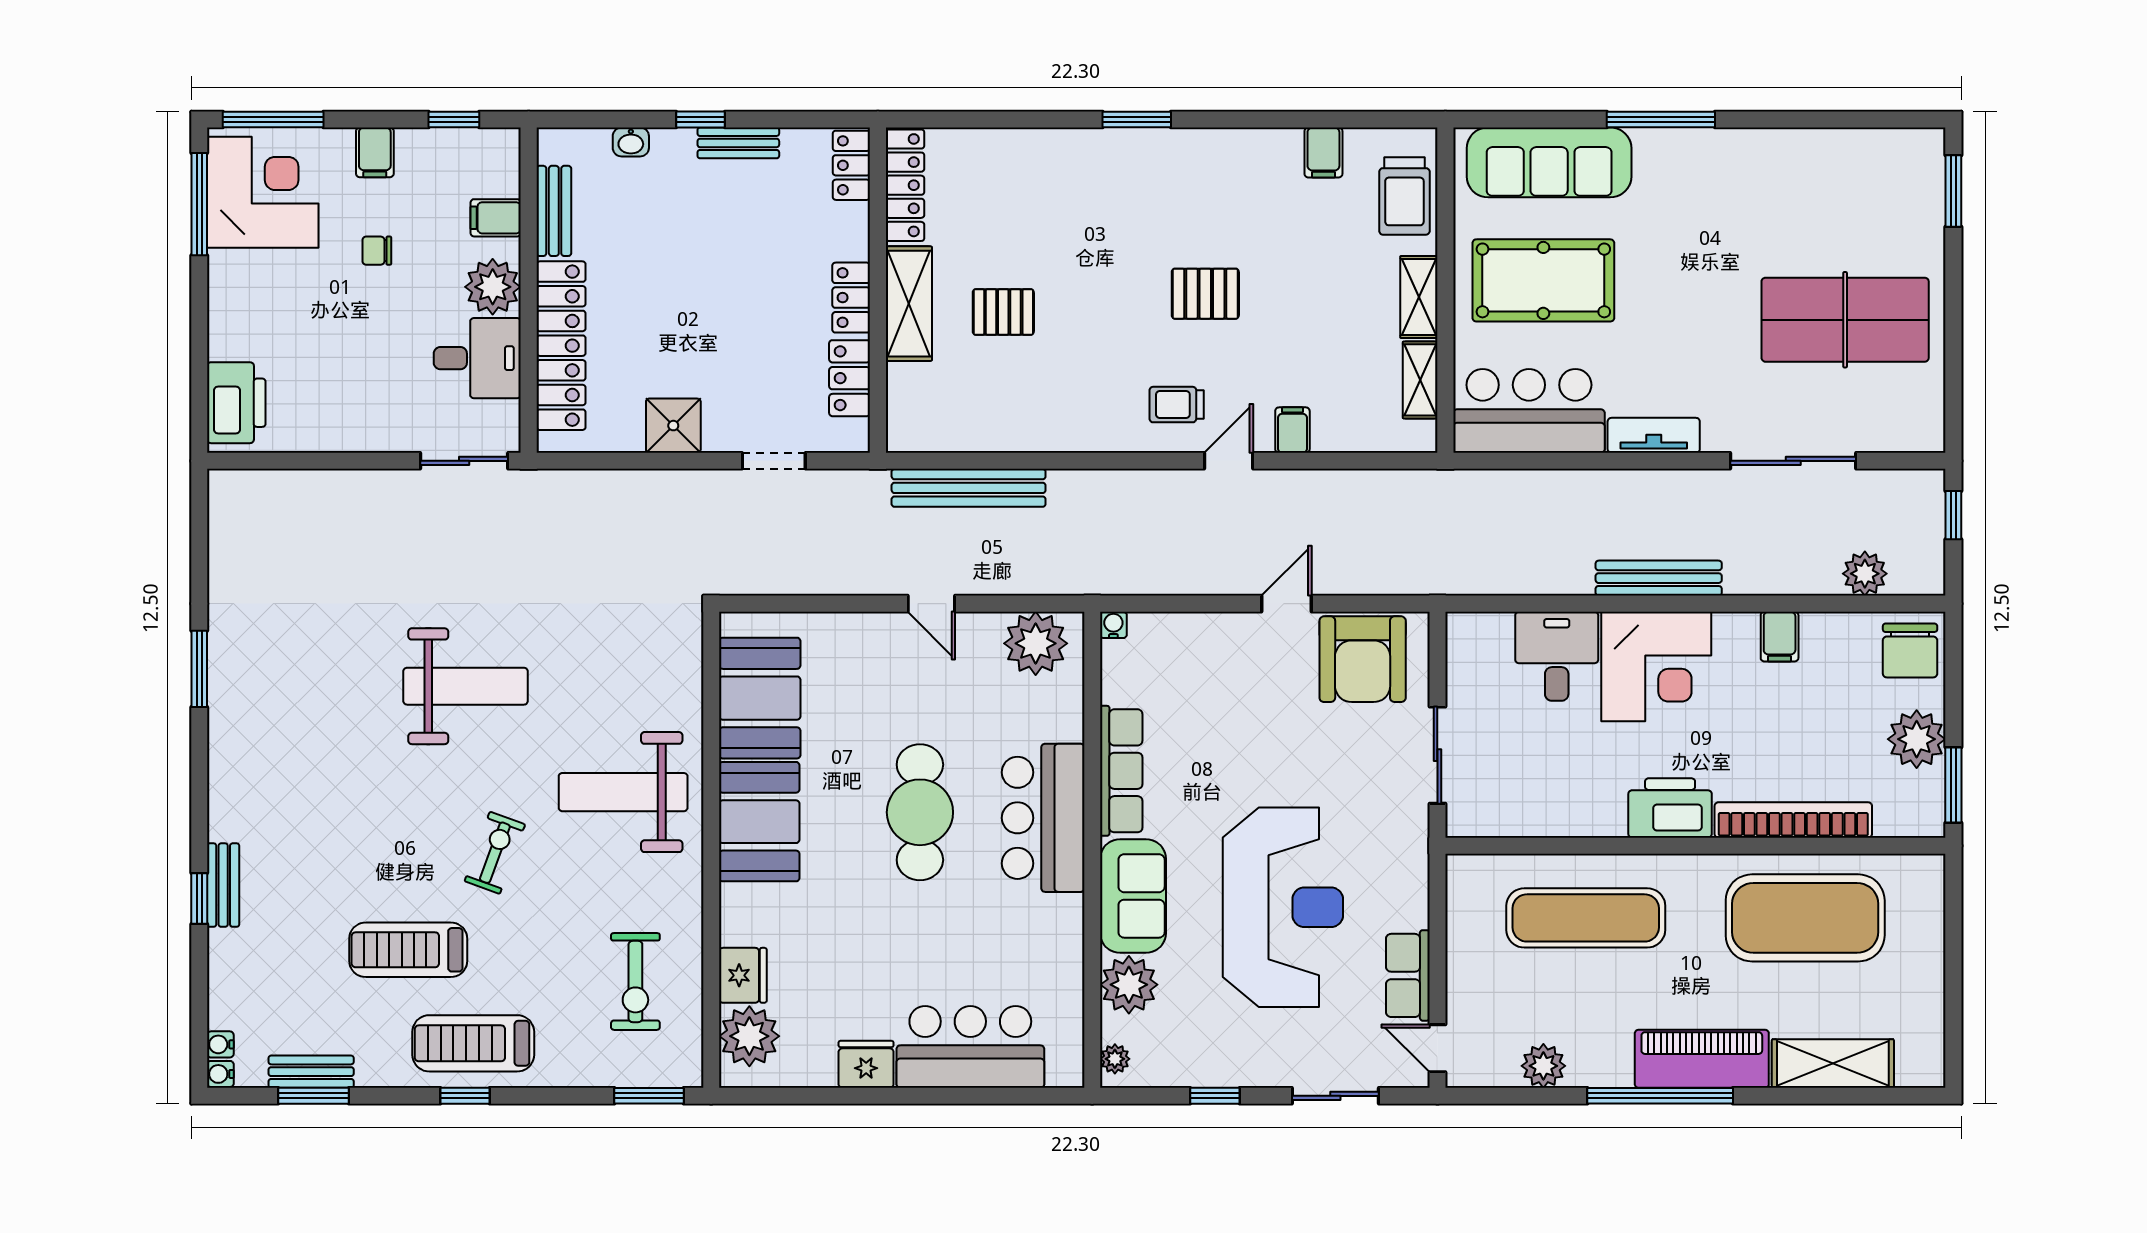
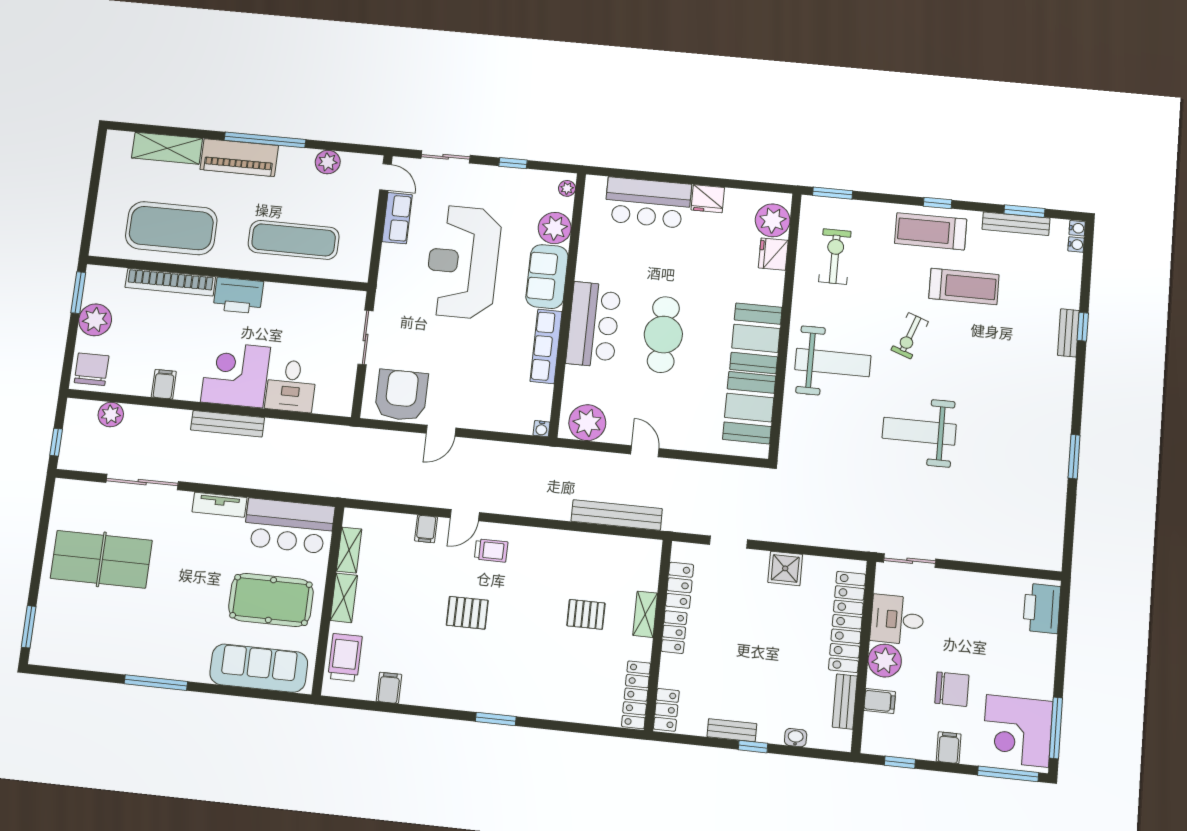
window: (1661, 119) -> (156, 683), moved
chair: (377, 251) -> (952, 689), width x1.87, depth x1.87
shelving: (909, 304) -> (645, 614), width x0.67, depth x0.75
treadmill: (473, 1043) -> (931, 231), turned 180
bench: (311, 1072) -> (1016, 224), width x1.36

